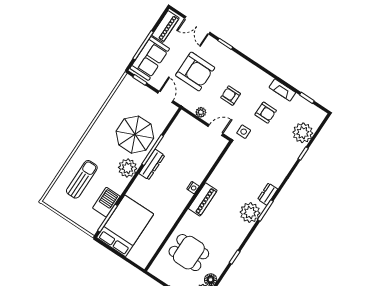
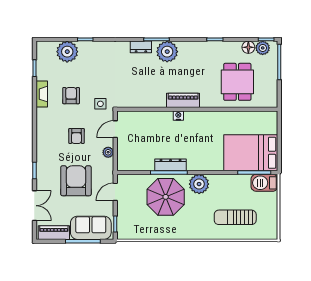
door: (216, 130) -> (115, 129), hinge flipped
dresser: (152, 165) -> (171, 165), moved
barbecue: (106, 202) -> (264, 183), moved

